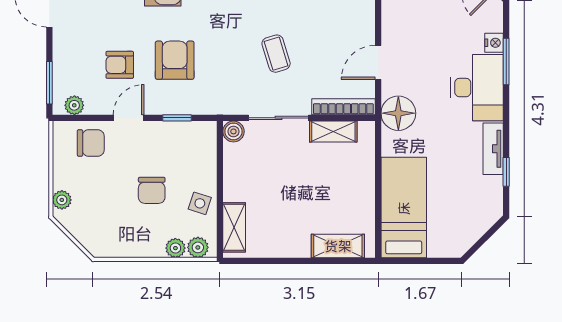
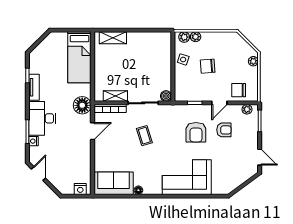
chair: (152, 190) -> (208, 66), turned -94
shelving: (234, 227) -> (166, 47), removed

